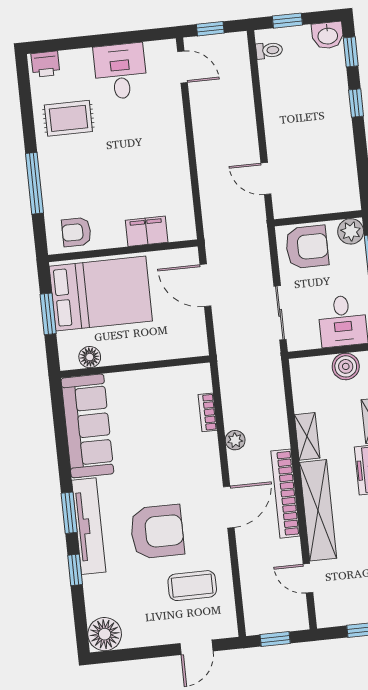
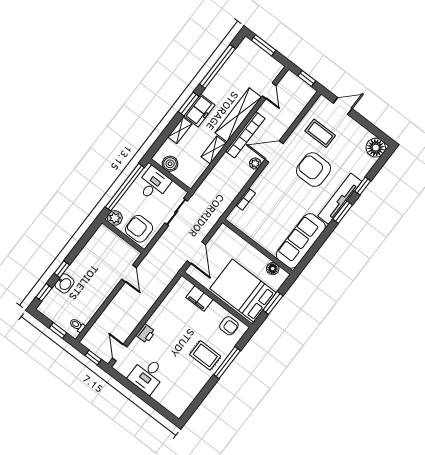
washbasin: (328, 35) -> (65, 283), moved, turned 90
printer: (45, 64) -> (146, 334), moved, turned 90
rug: (68, 118) -> (205, 355), moved
plant: (235, 440) -> (255, 163), moved

